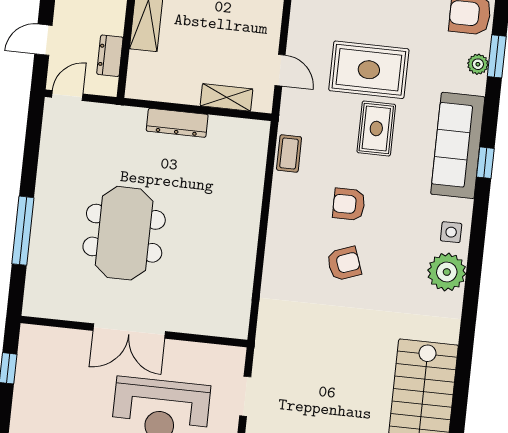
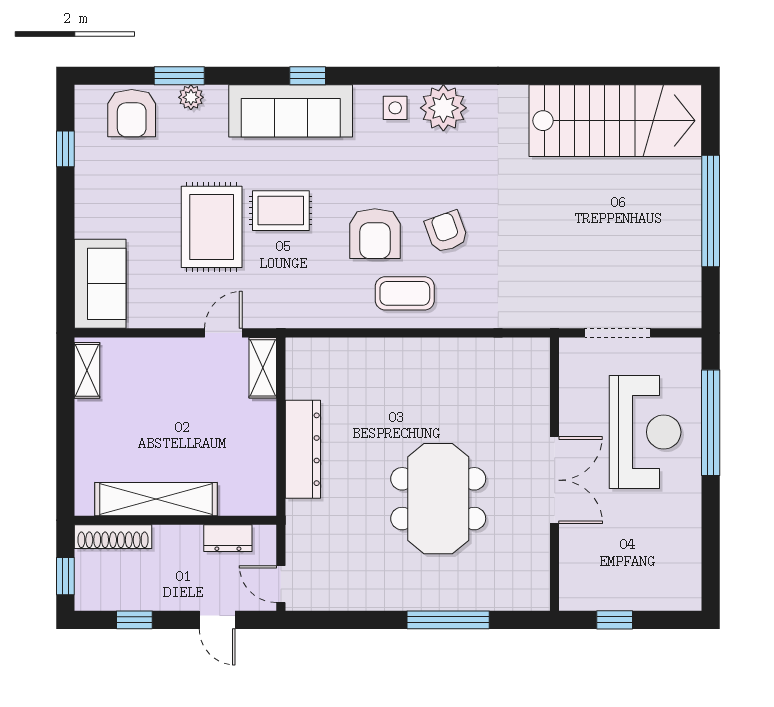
shelving: (226, 97) -> (263, 368), moved
dresser: (177, 123) -> (303, 449), width x1.37, depth x1.24
coffee table: (289, 153) -> (405, 293), moved, width x1.36, depth x1.30
armchair: (349, 204) -> (375, 234), width x1.38, depth x1.38
meeting table: (124, 233) -> (438, 499), turned 90
doorway: (245, 396) -> (618, 333), width x1.38

